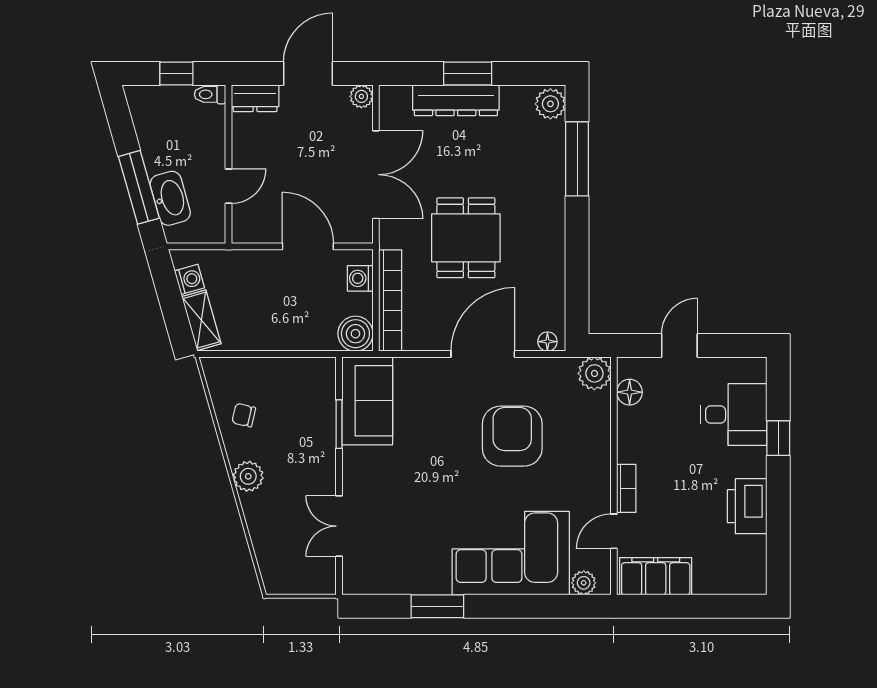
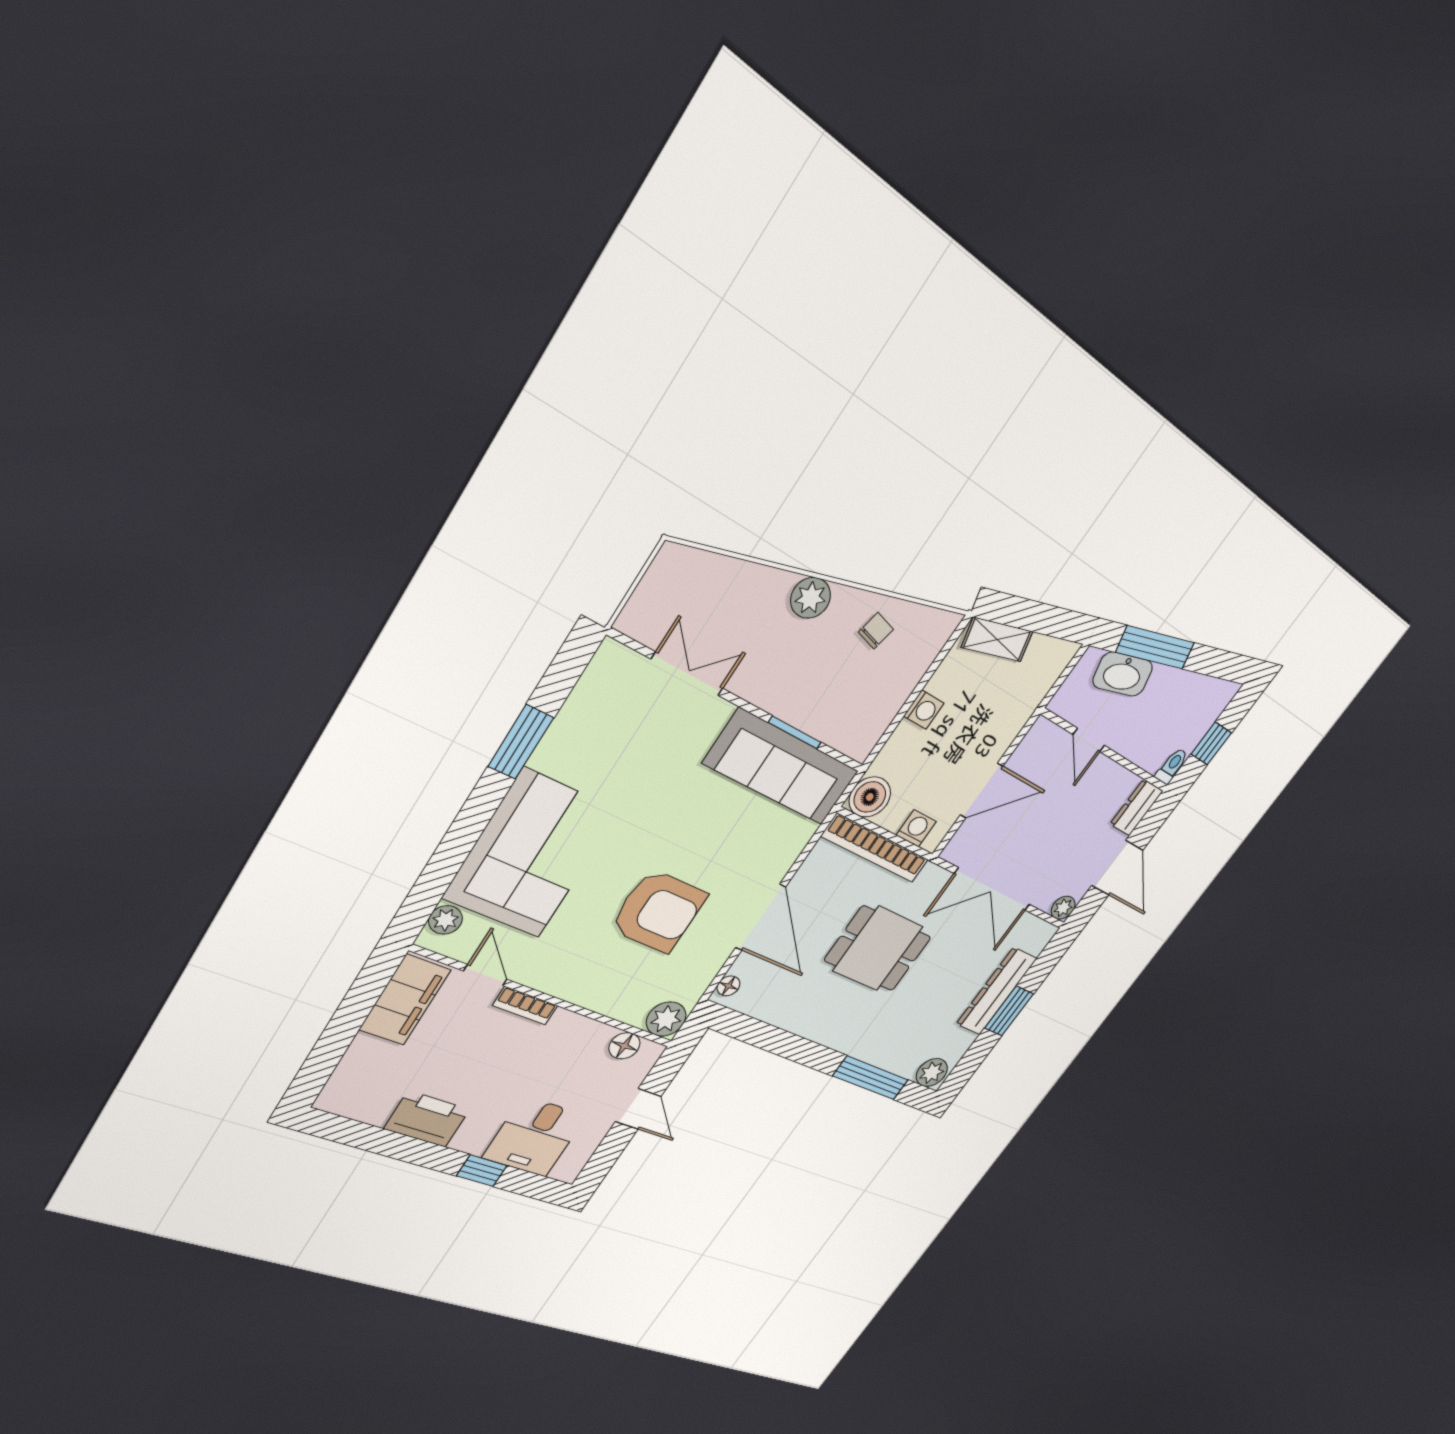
washing machine: (189, 279) -> (924, 710), moved, turned -74
sofa: (367, 401) -> (781, 767), width x1.36

